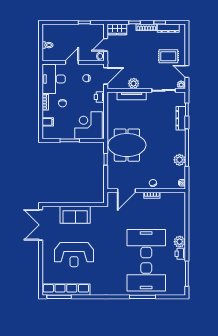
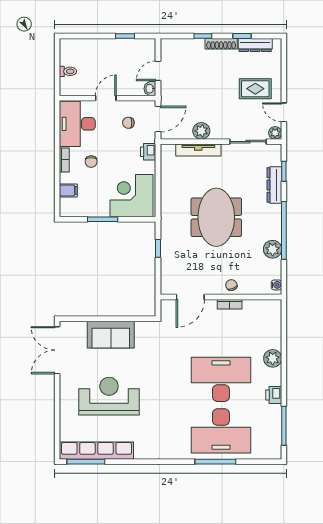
wardrobe: (117, 29) -> (176, 47), removed
meeting table: (127, 145) -> (216, 217), moved, turned 90
plant: (180, 242) -> (273, 358), moved
reception desk: (74, 255) -> (109, 396), turned 180

